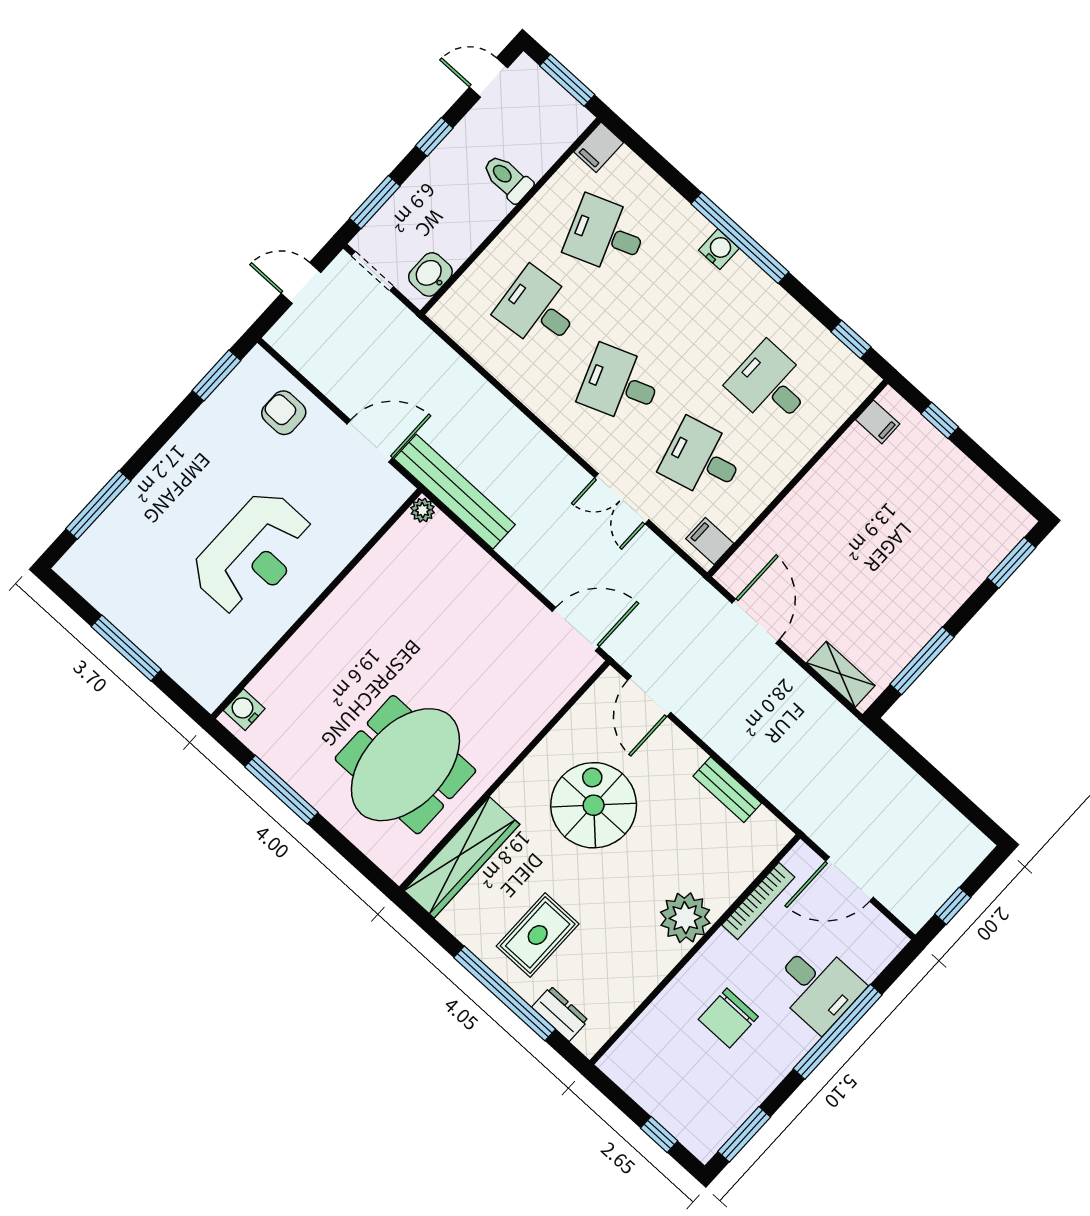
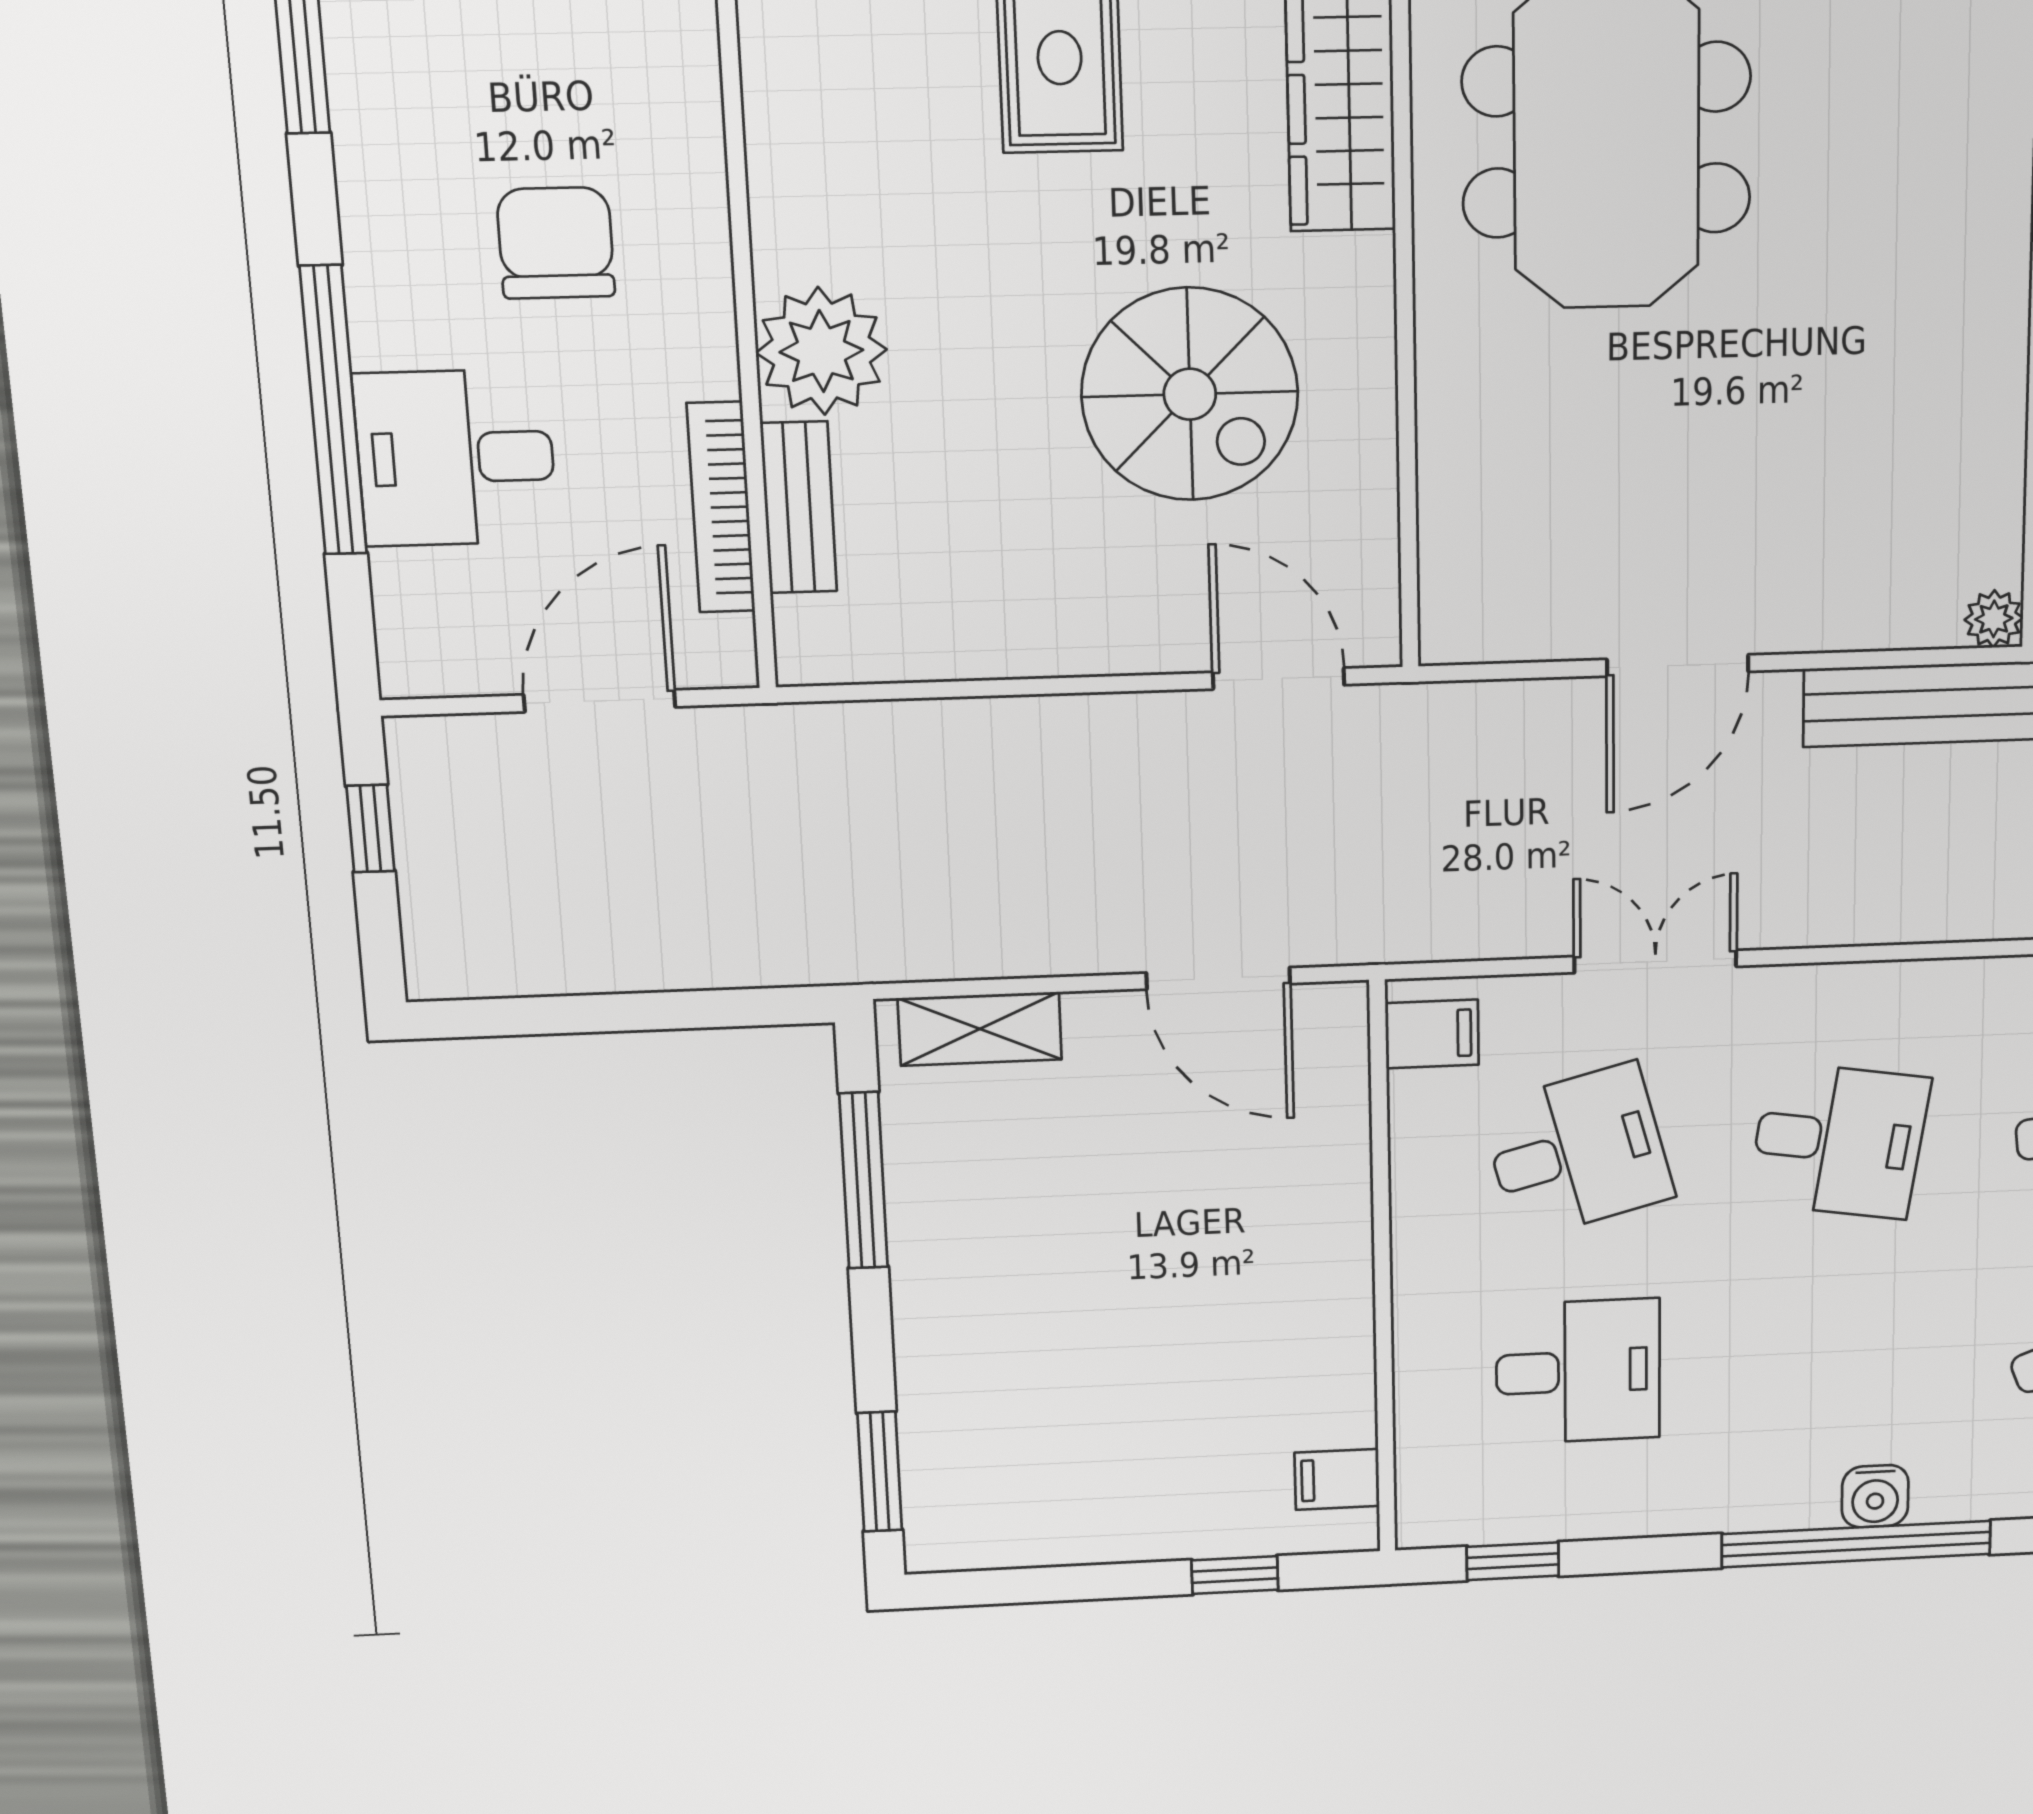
desk: (620, 384) -> (1839, 1141), turned 30
door: (576, 629) -> (1678, 665), moved
bench: (727, 790) -> (799, 507), moved, turned 90

